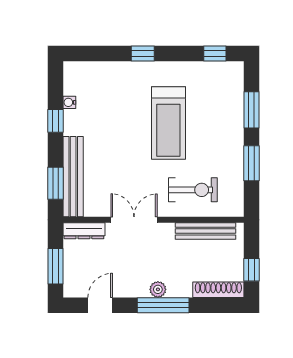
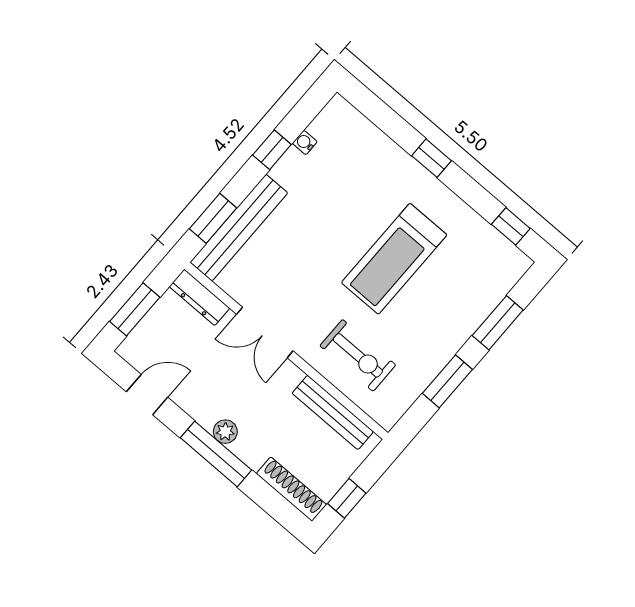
double door: (134, 220) -> (265, 333), swing flipped

